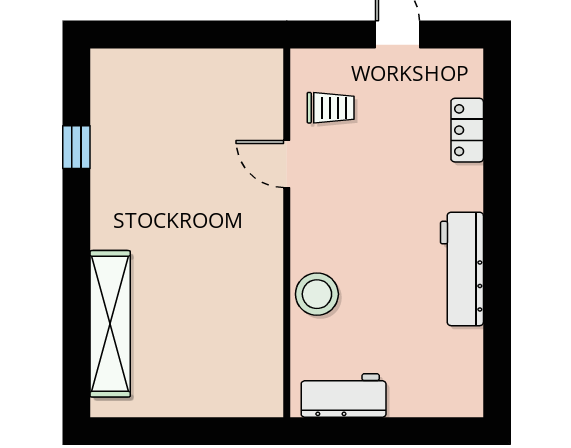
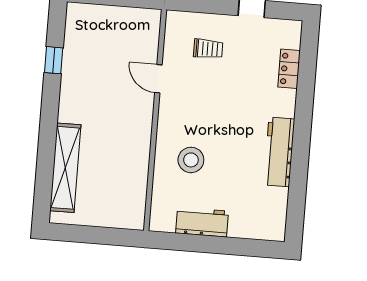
door: (287, 164) -> (158, 79), moved
wall: (287, 233) -> (155, 120), moved

